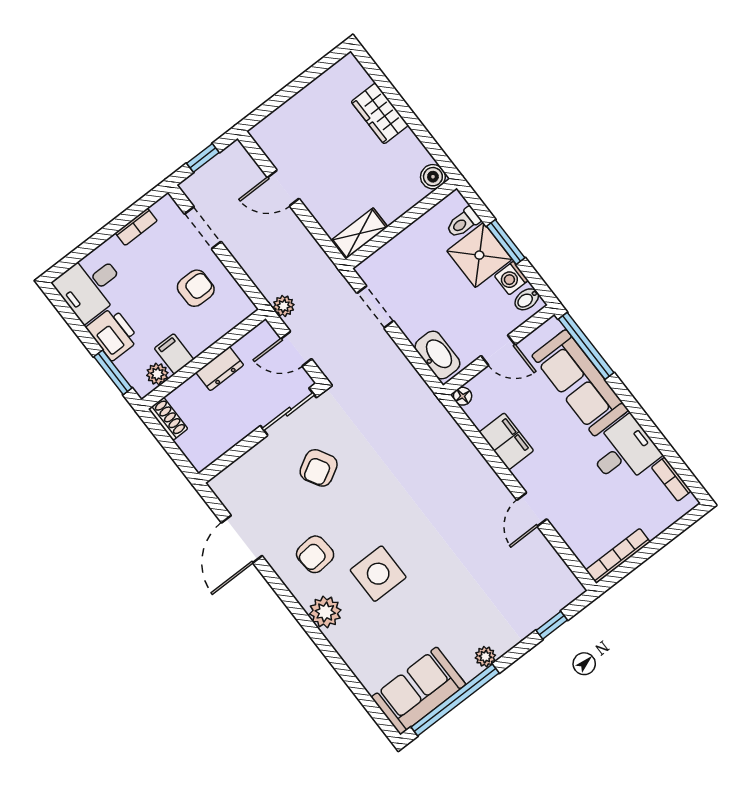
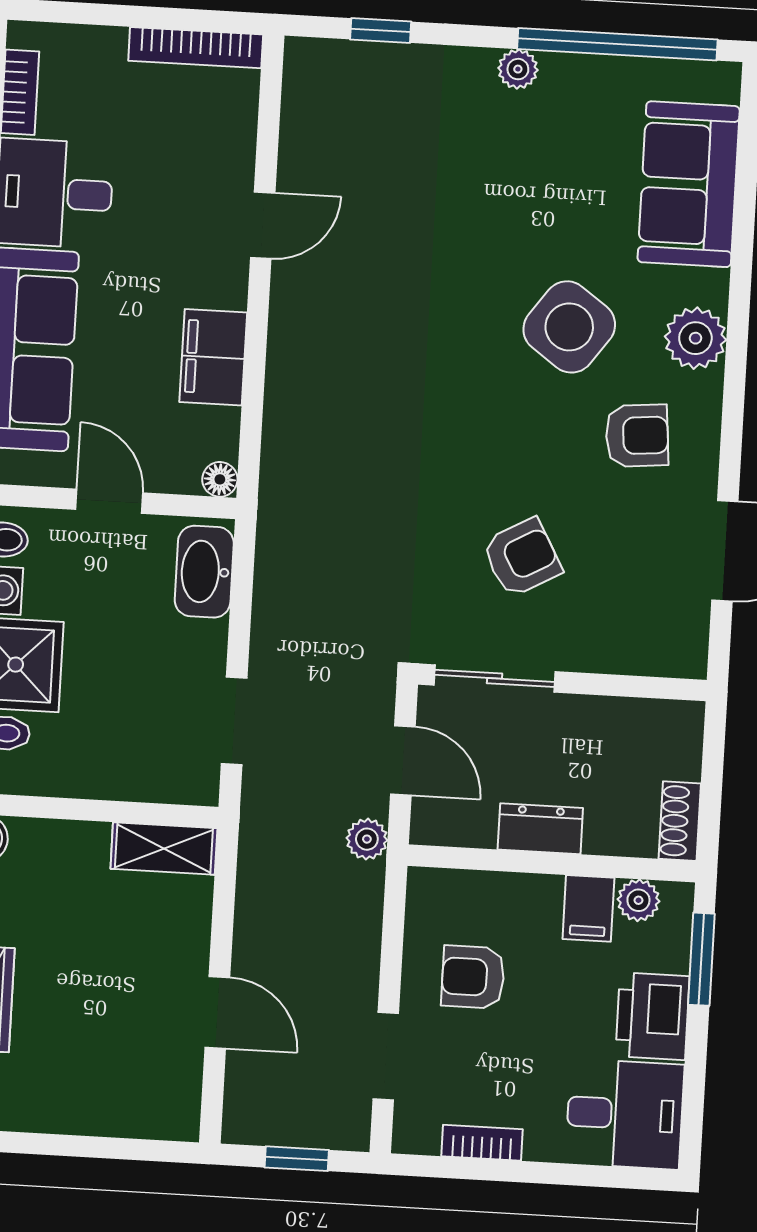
side table: (378, 574) -> (569, 327), turned 36
sofa: (419, 691) -> (689, 184), moved, turned 90

